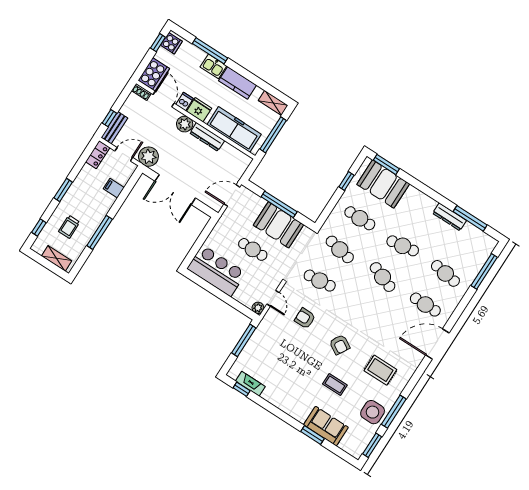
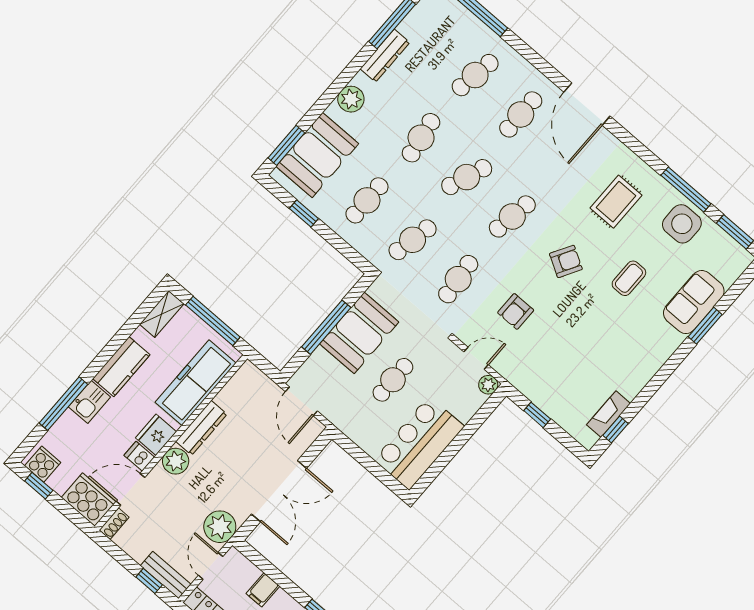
plant: (420, 200) -> (351, 99), added
cafe table: (362, 308) -> (512, 216), added
window: (244, 340) -> (537, 415), width x0.46

